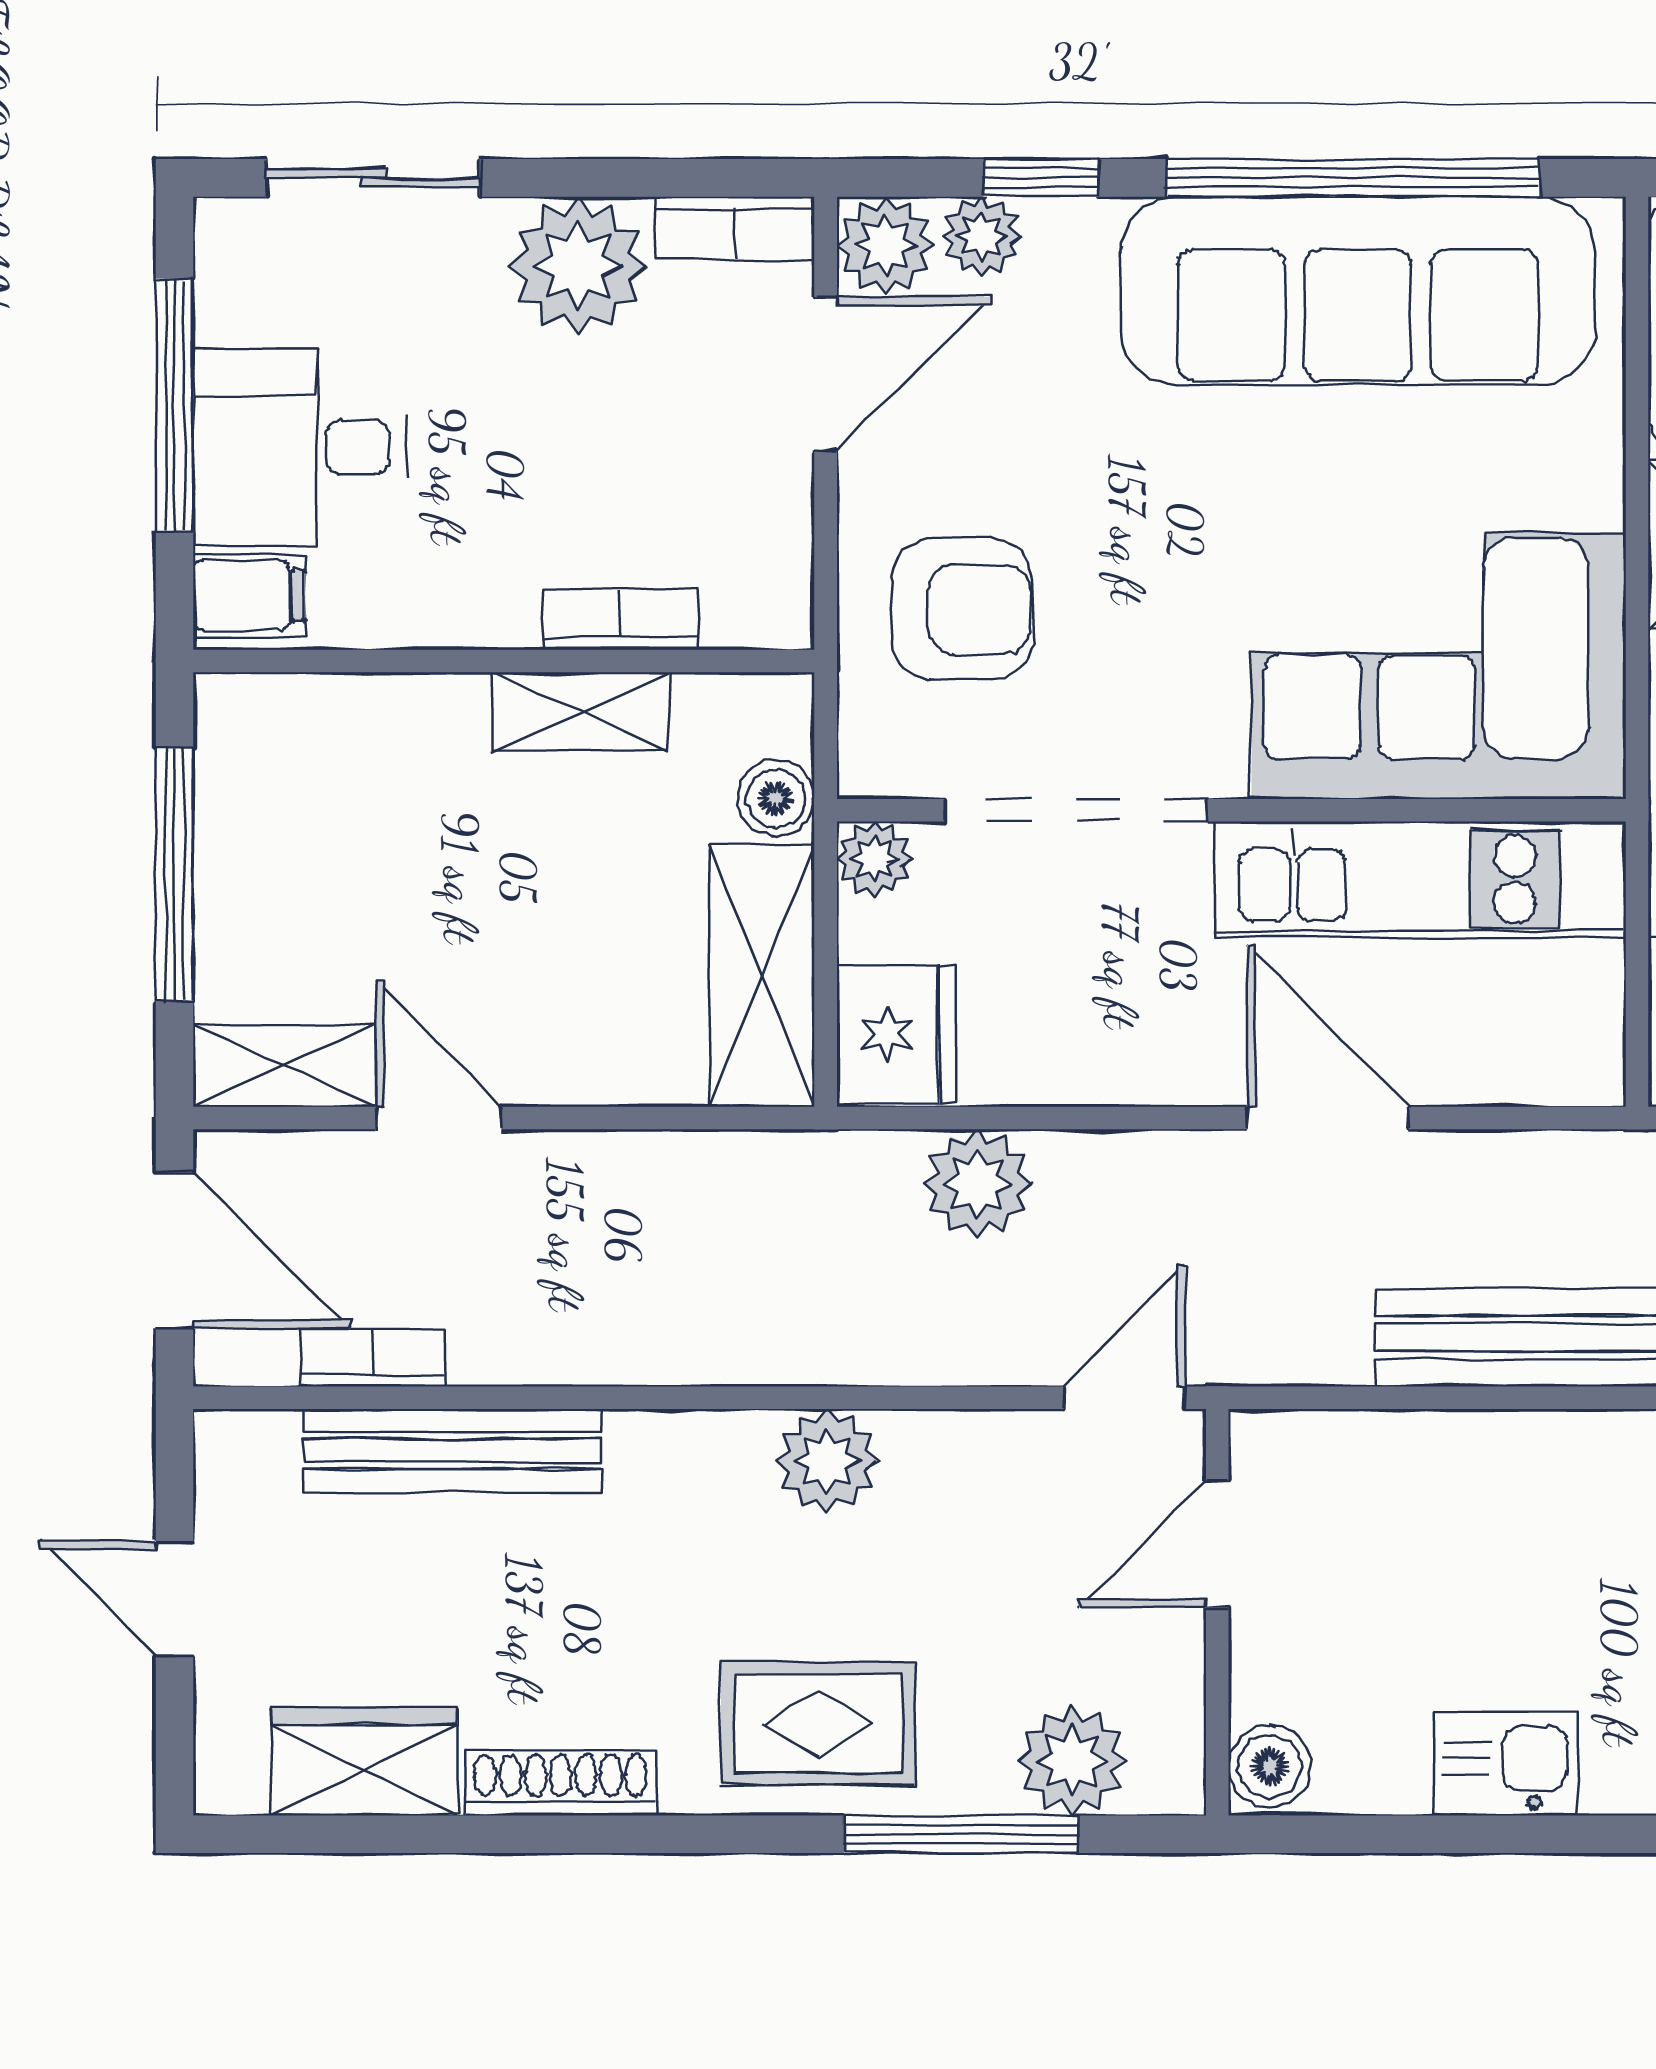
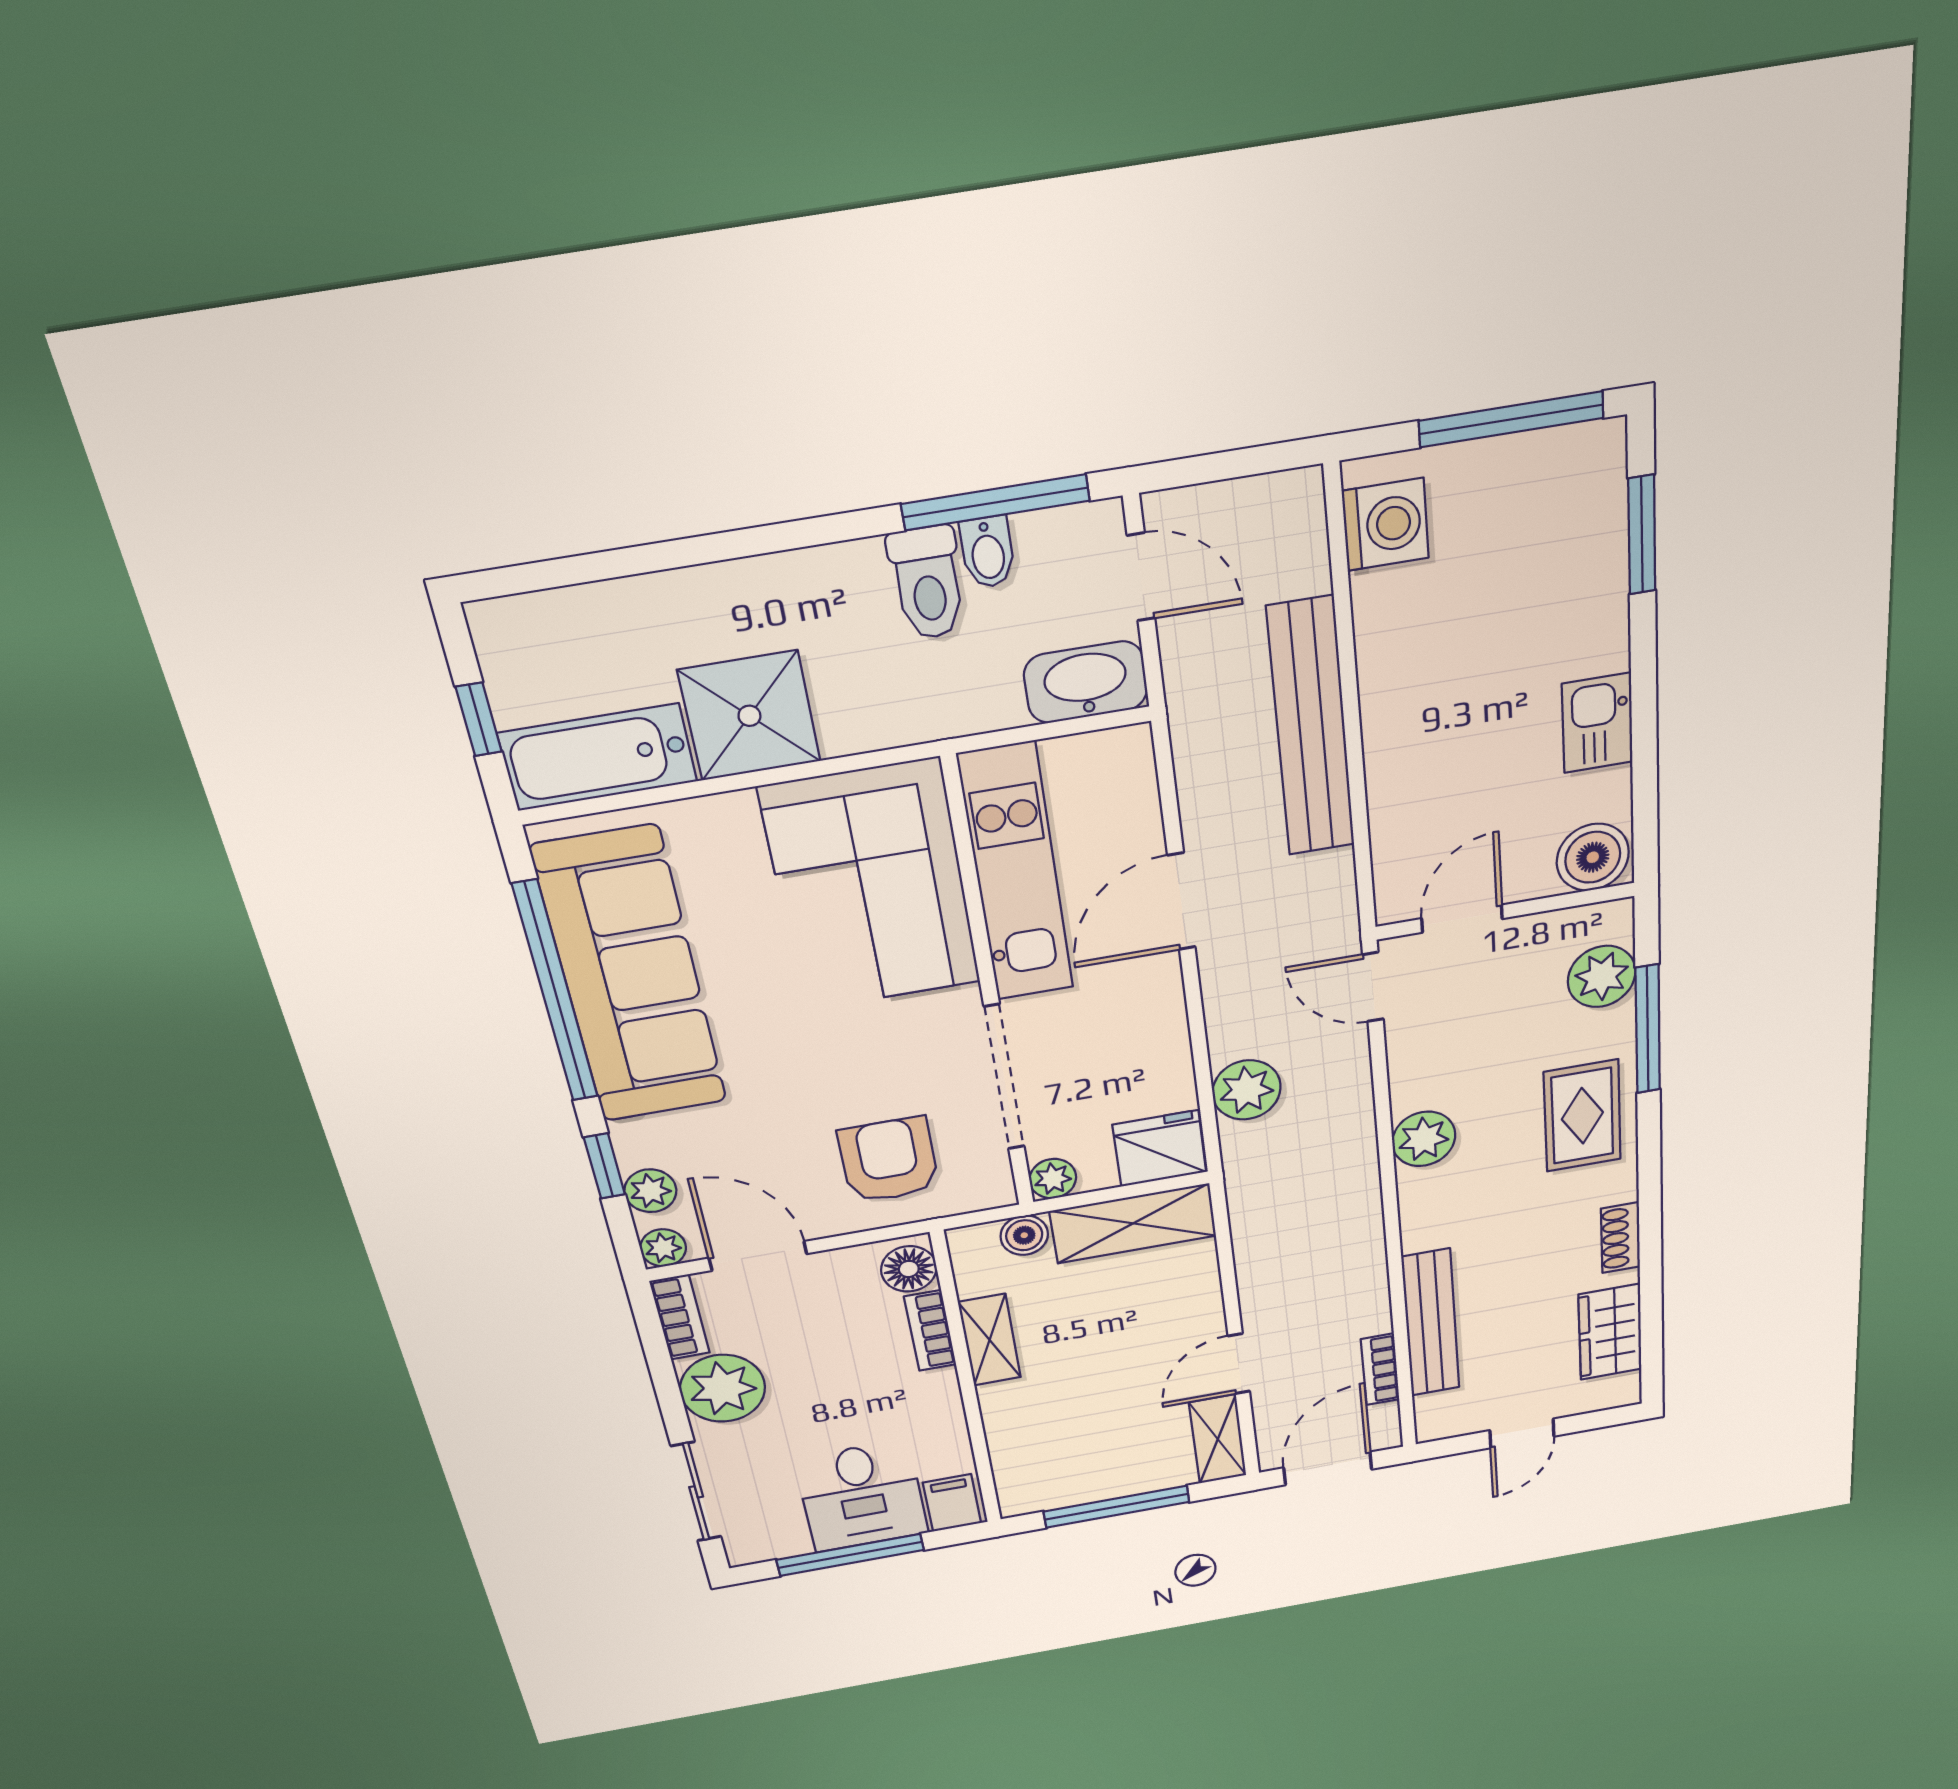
plant: (886, 245) -> (663, 1248), width x0.73, depth x0.73
floor lamp: (750, 605) -> (909, 1269), added
door: (1217, 1544) -> (1462, 919), swing flipped
boiler: (1270, 1767) -> (1593, 857), width x1.36, depth x1.36
shoe rack: (561, 1783) -> (1621, 1238), width x0.70

